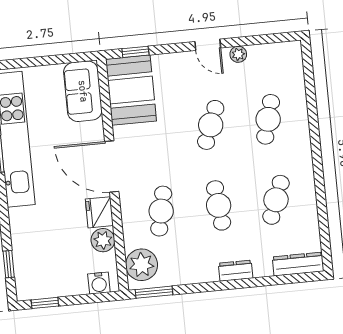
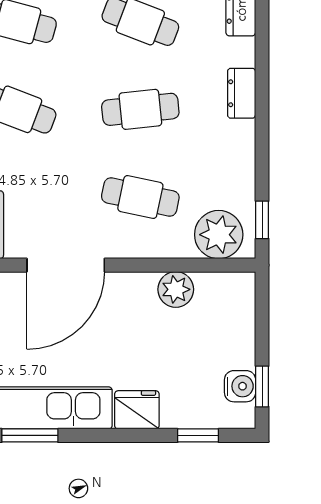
fridge: (99, 212) -> (137, 410), moved, turned 180
water cooler: (99, 283) -> (240, 386), moved
window: (154, 292) -> (262, 220), width x0.67

